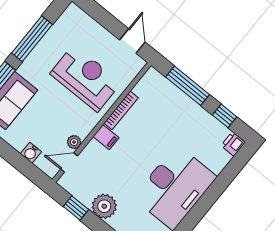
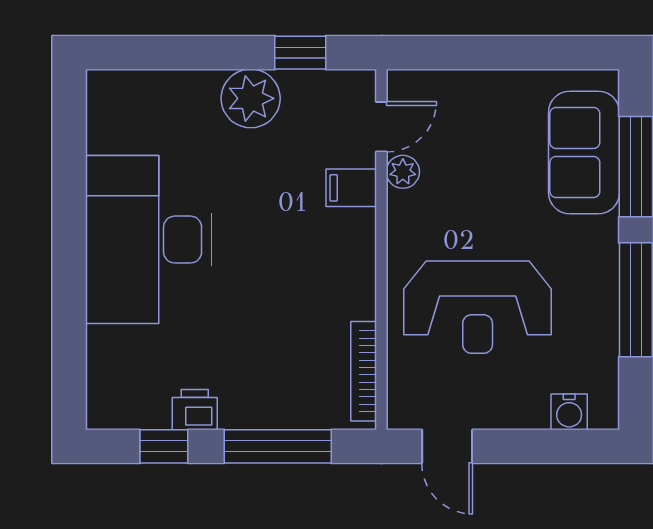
bookcase: (121, 110) -> (364, 371), moved
filing cabinet: (106, 137) -> (351, 188), moved
printer: (233, 144) -> (195, 410), moved, turned -90
water cooler: (31, 153) -> (569, 412), moved, turned 180

